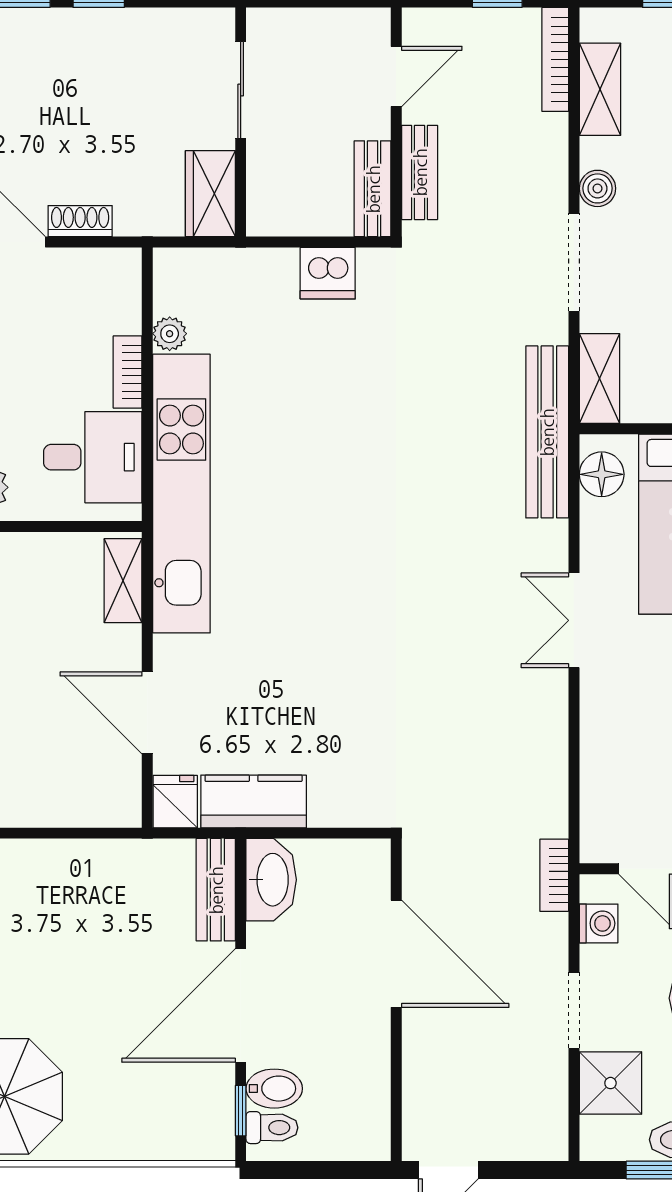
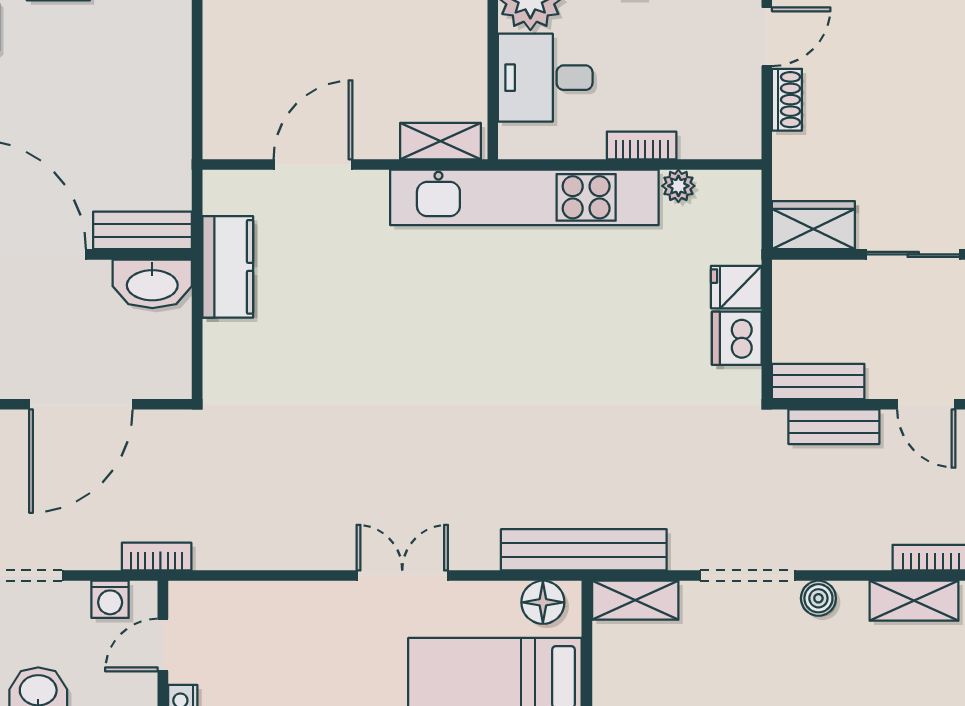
desk: (93, 457) -> (545, 78), moved, turned 90
fridge: (175, 802) -> (736, 287), moved, turned 180

